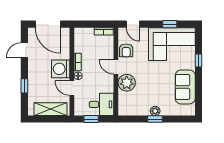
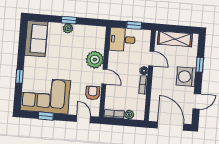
plant: (89, 32) -> (129, 115), added
washing machine: (61, 69) -> (186, 77), moved, turned 180
sofa: (185, 87) -> (36, 39), moved

